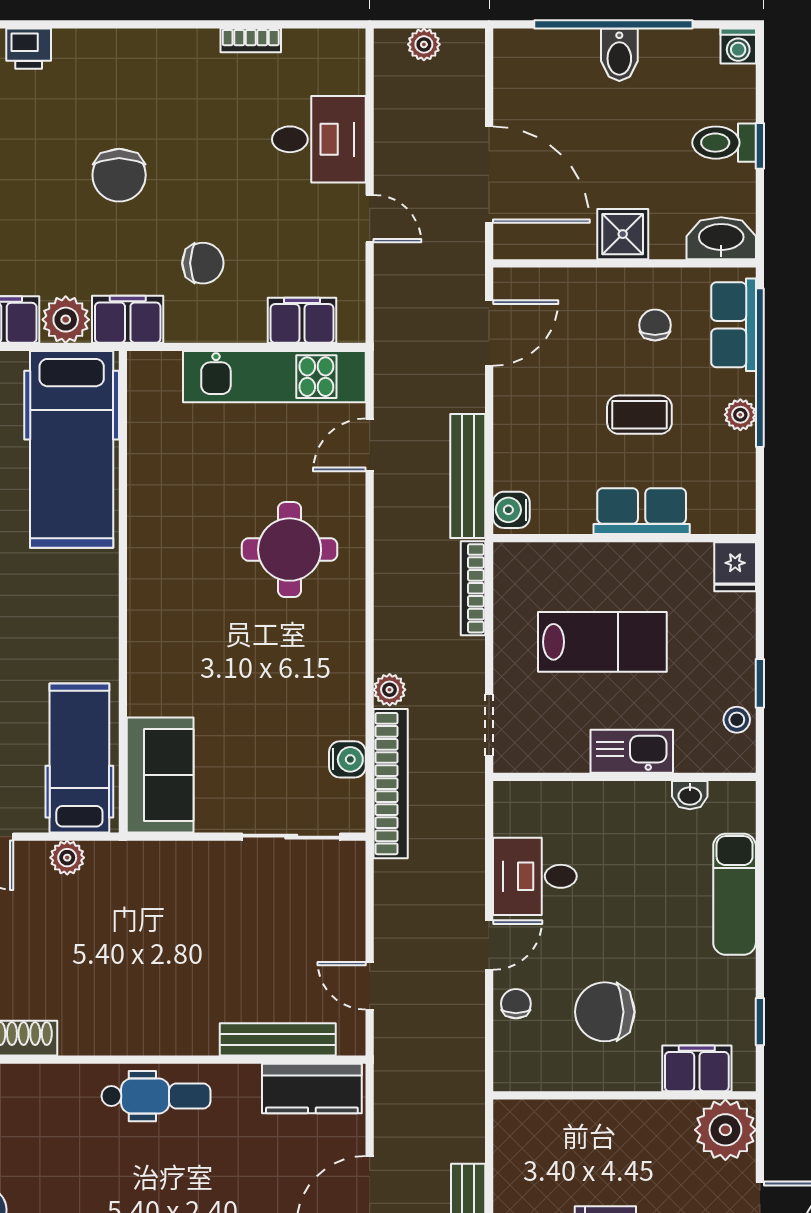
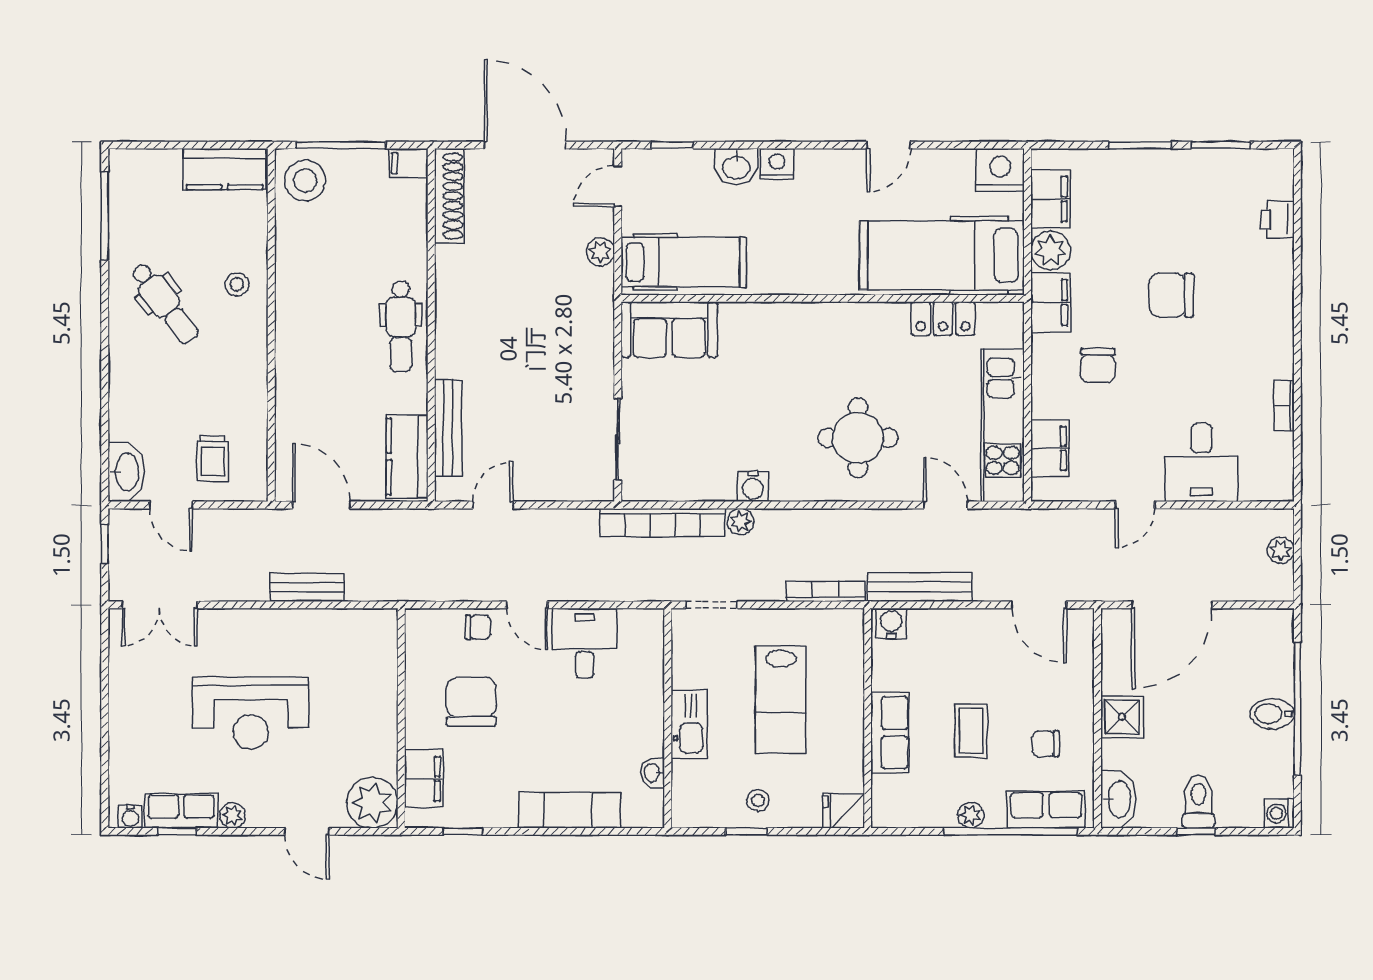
chair: (655, 325) -> (1046, 744), turned 180
locker: (147, 448) -> (943, 319), added
stool: (737, 720) -> (758, 800), moved
water cooler: (347, 759) -> (753, 486), moved

